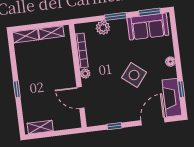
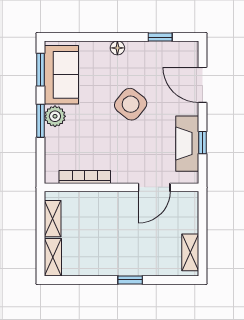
plant: (103, 28) -> (55, 116), moved
plant: (85, 73) -> (119, 176), removed
fireplace: (172, 98) -> (187, 144), moved, turned 90

